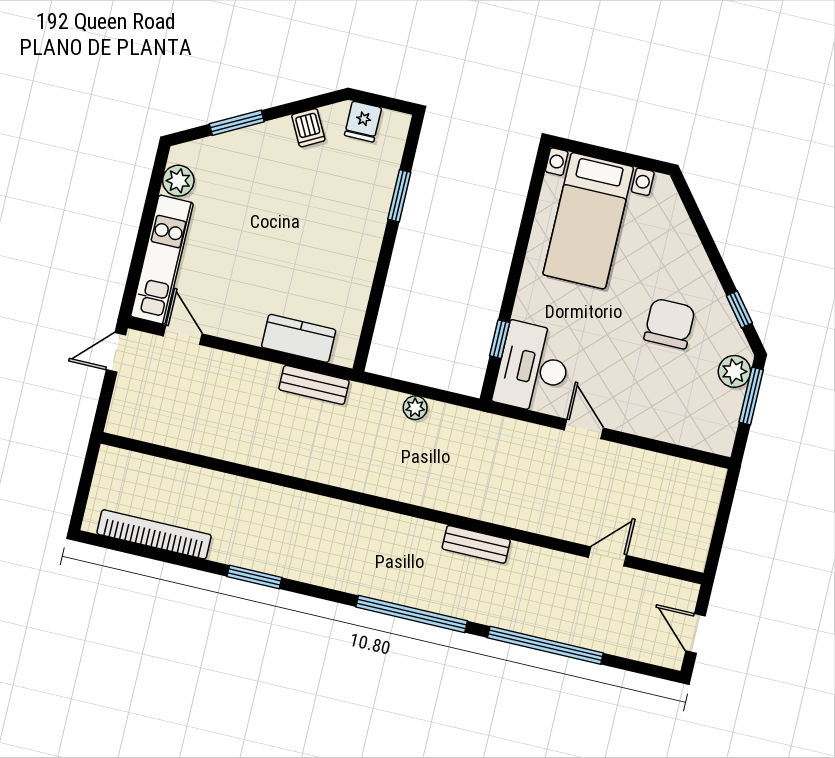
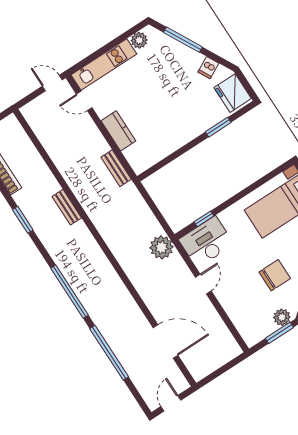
fridge: (363, 122) -> (233, 93), width x1.88, depth x1.34
window: (237, 123) -> (183, 40), width x1.44
door: (183, 335) -> (84, 101), swing flipped
kitchen counter: (299, 338) -> (118, 131), moved
plant: (415, 408) -> (162, 247), moved, width x1.88, depth x1.88
bench: (476, 544) -> (67, 207), moved
door: (607, 556) -> (166, 341), width x1.88

